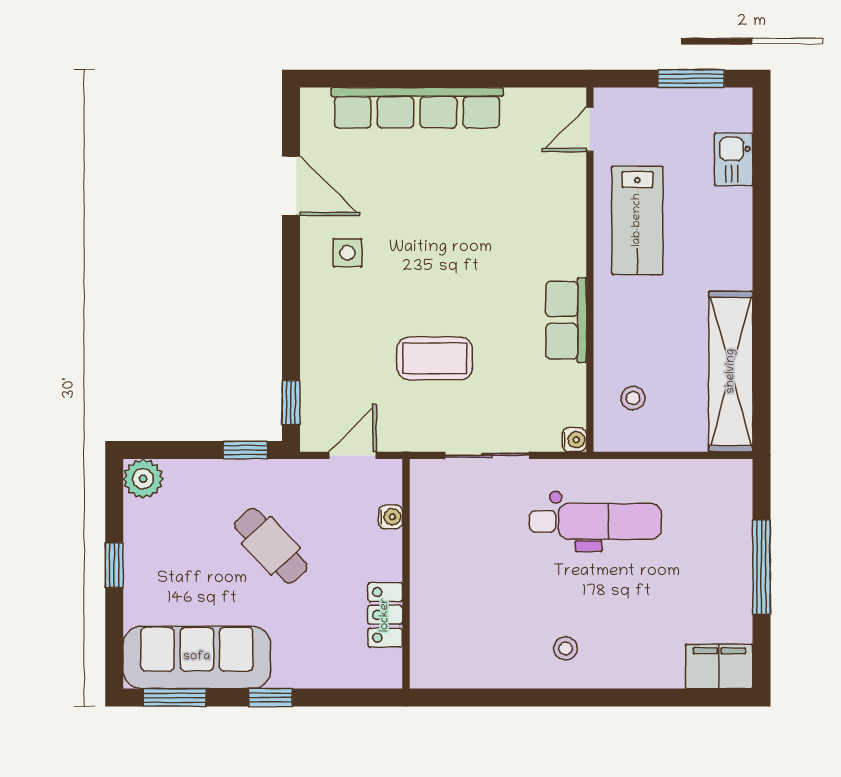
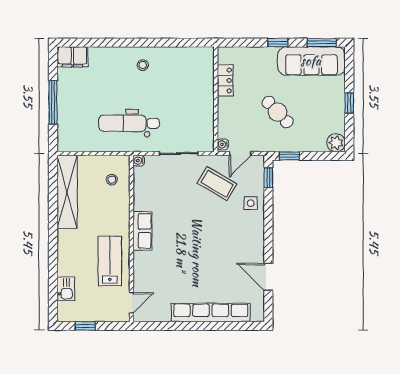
window: (691, 79) -> (85, 326), width x0.67
side table: (347, 253) -> (251, 203), moved
row of seats: (566, 320) -> (142, 231), moved
coffee table: (435, 358) -> (217, 184), moved, turned 30
water cooler: (390, 517) -> (223, 144), moved

